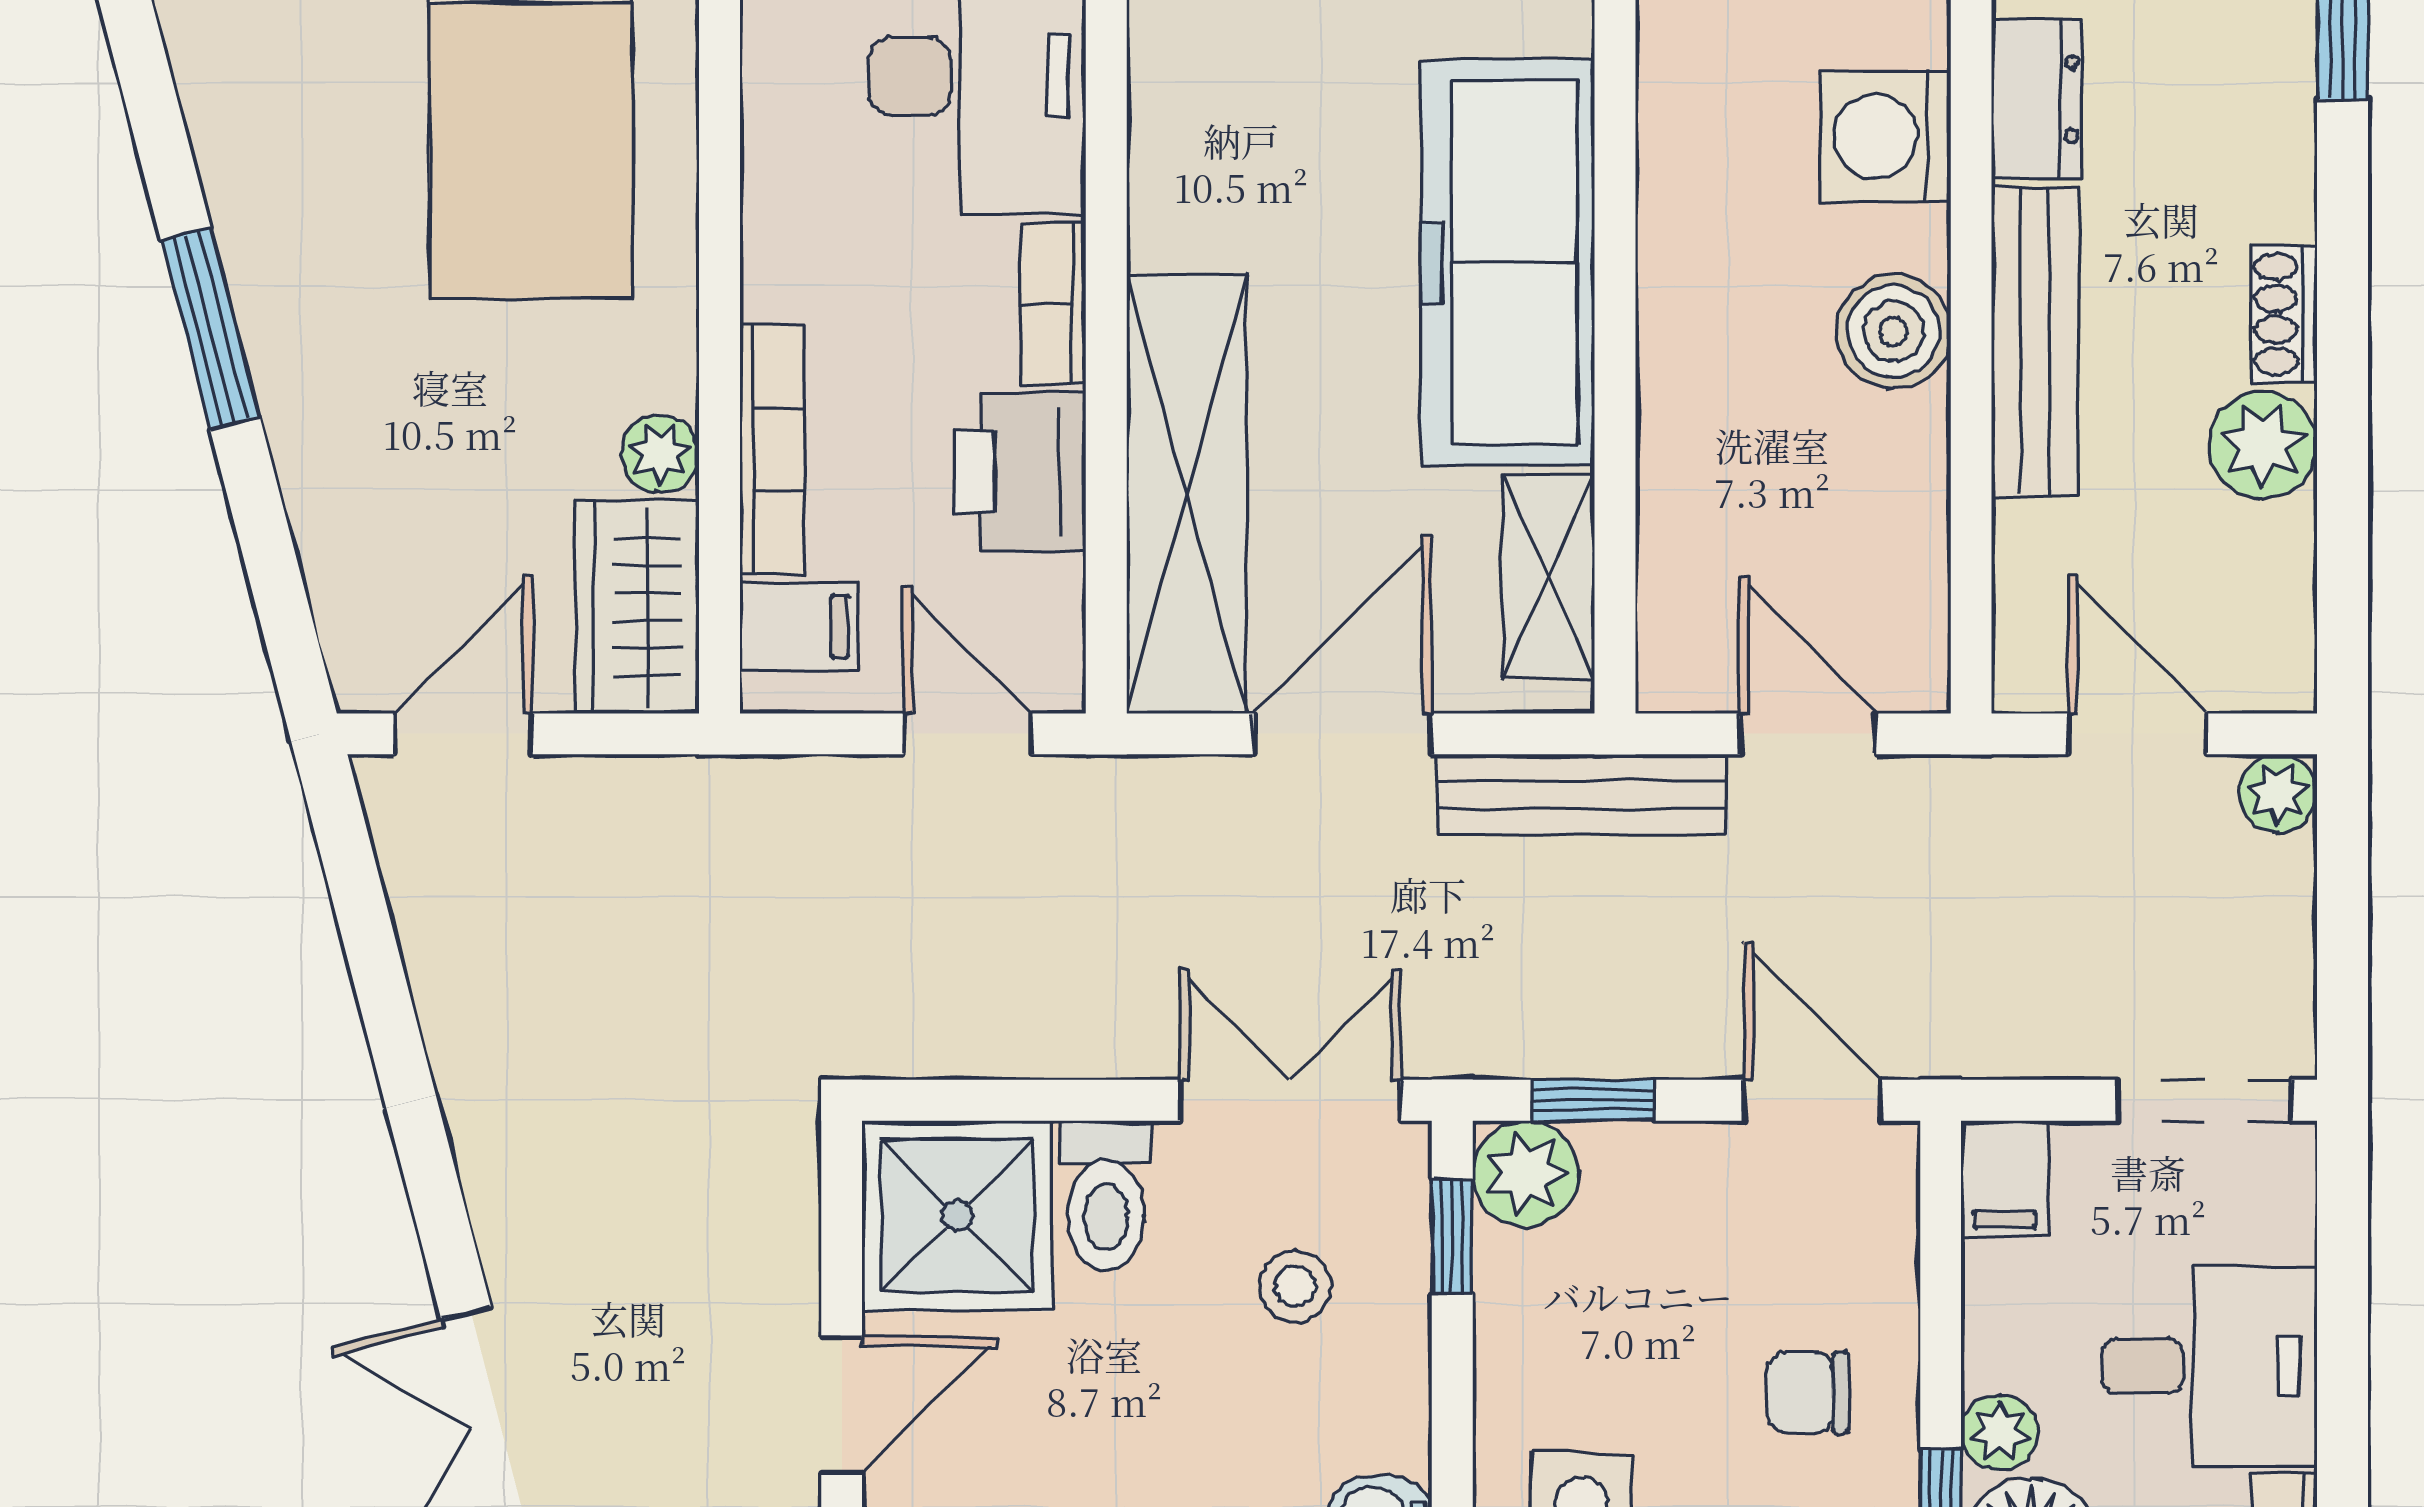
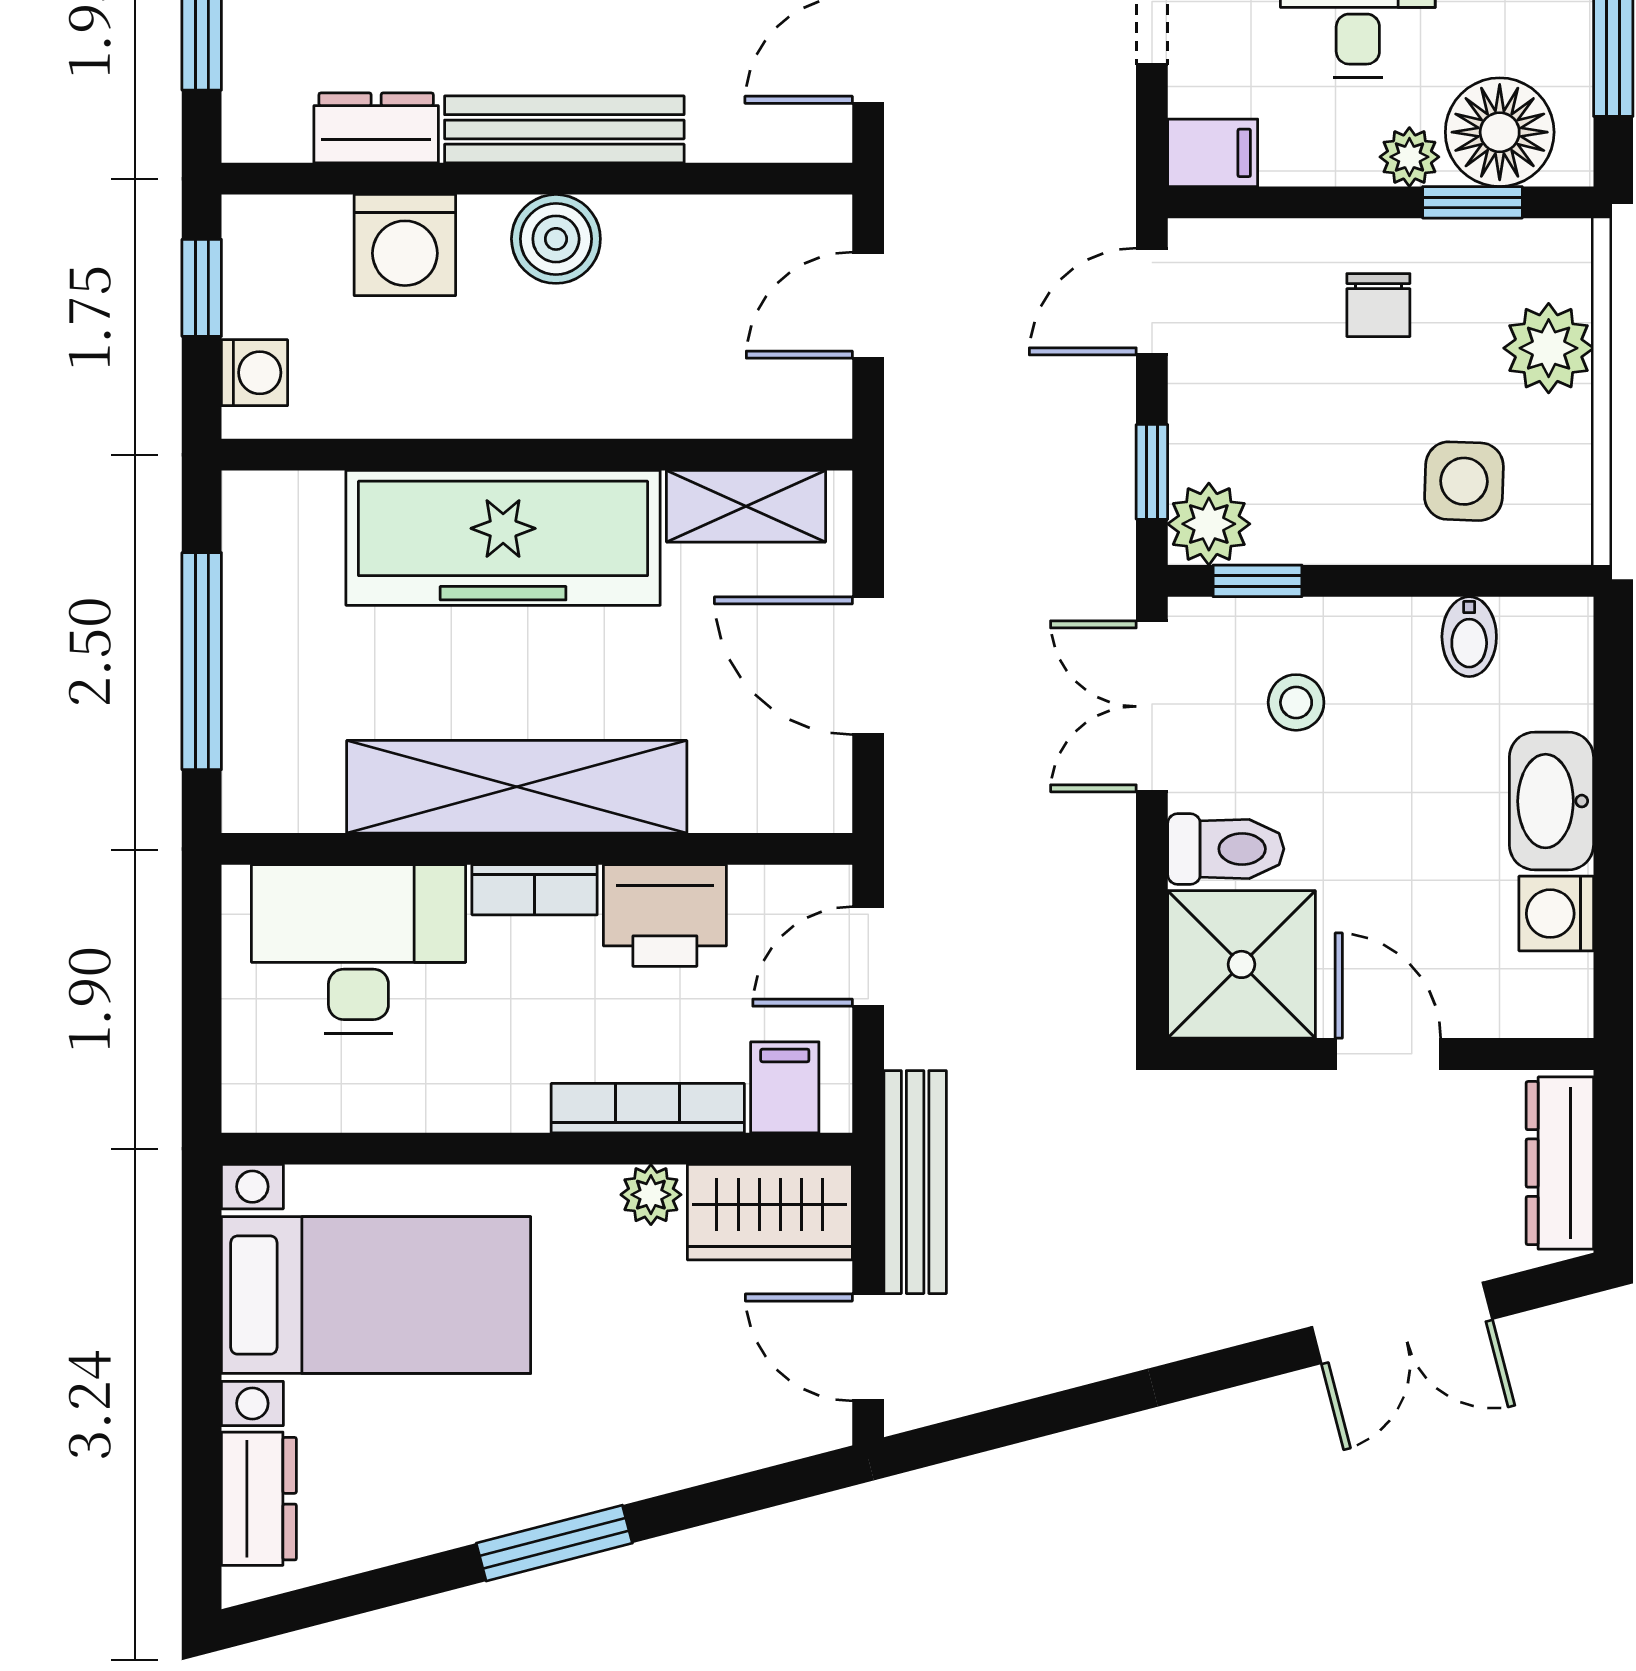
shelving: (1186, 494) -> (517, 787), moved
bench: (1582, 795) -> (915, 1182), moved

